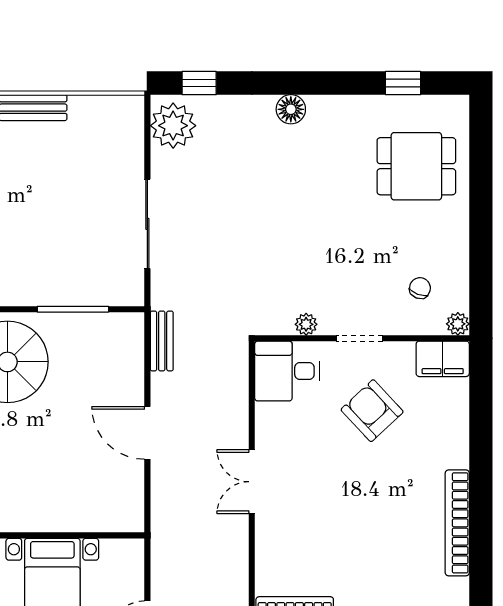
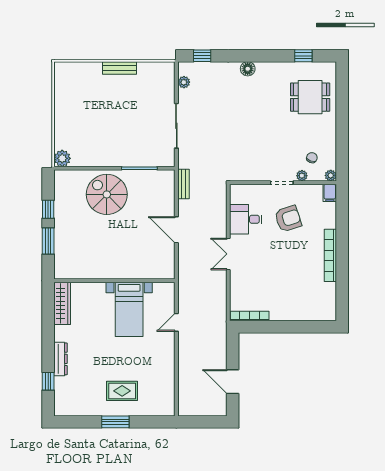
plant: (173, 126) -> (184, 82), width x0.53, depth x0.53
plant: (306, 324) -> (302, 176), moved
filing cabinet: (443, 359) -> (330, 193), width x0.50
desk: (287, 371) -> (246, 219), moved
armchair: (372, 411) -> (288, 219), turned 115
bookcase: (457, 523) -> (330, 255), moved

